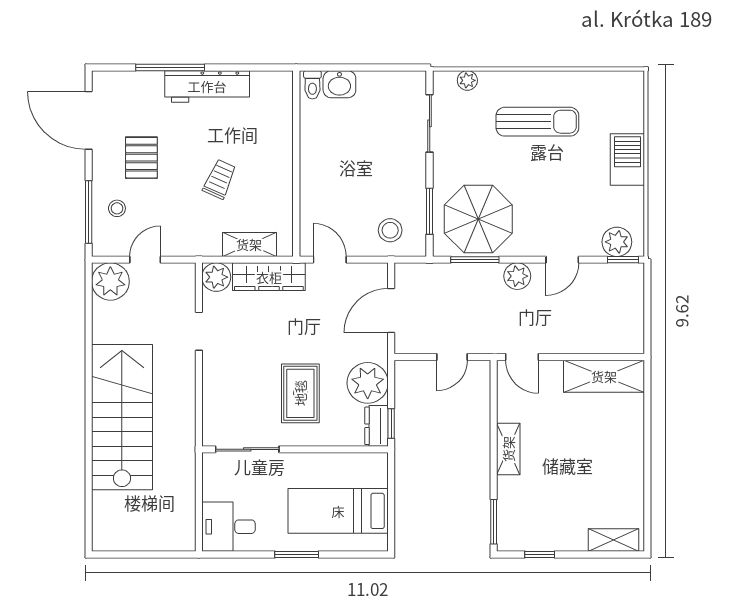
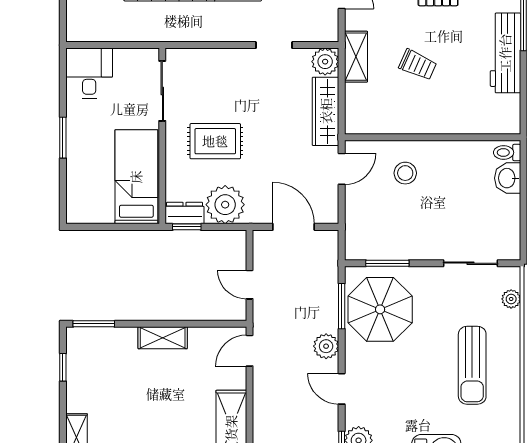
stool: (390, 230) -> (405, 173), moved
shelving: (249, 244) -> (356, 57), moved
bed: (338, 511) -> (136, 177), moved

